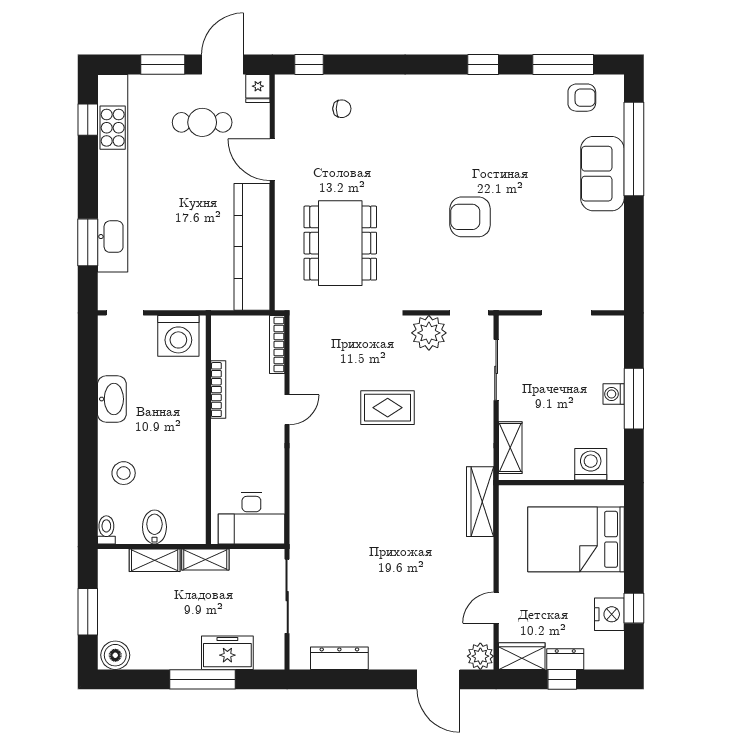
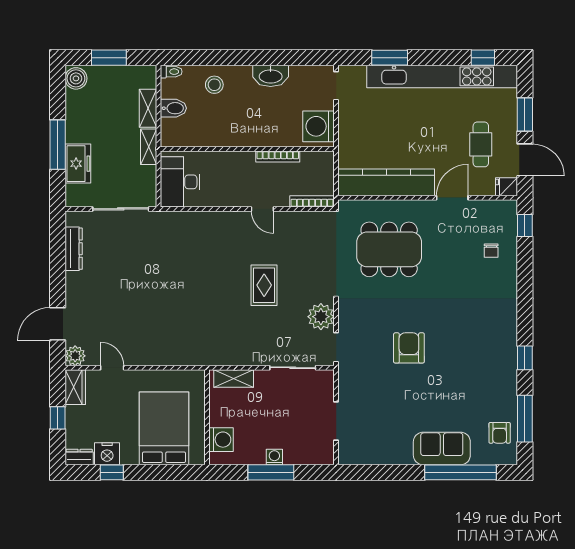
wardrobe: (480, 502) -> (193, 356), removed
dresser: (565, 659) -> (79, 457), moved, turned -90

